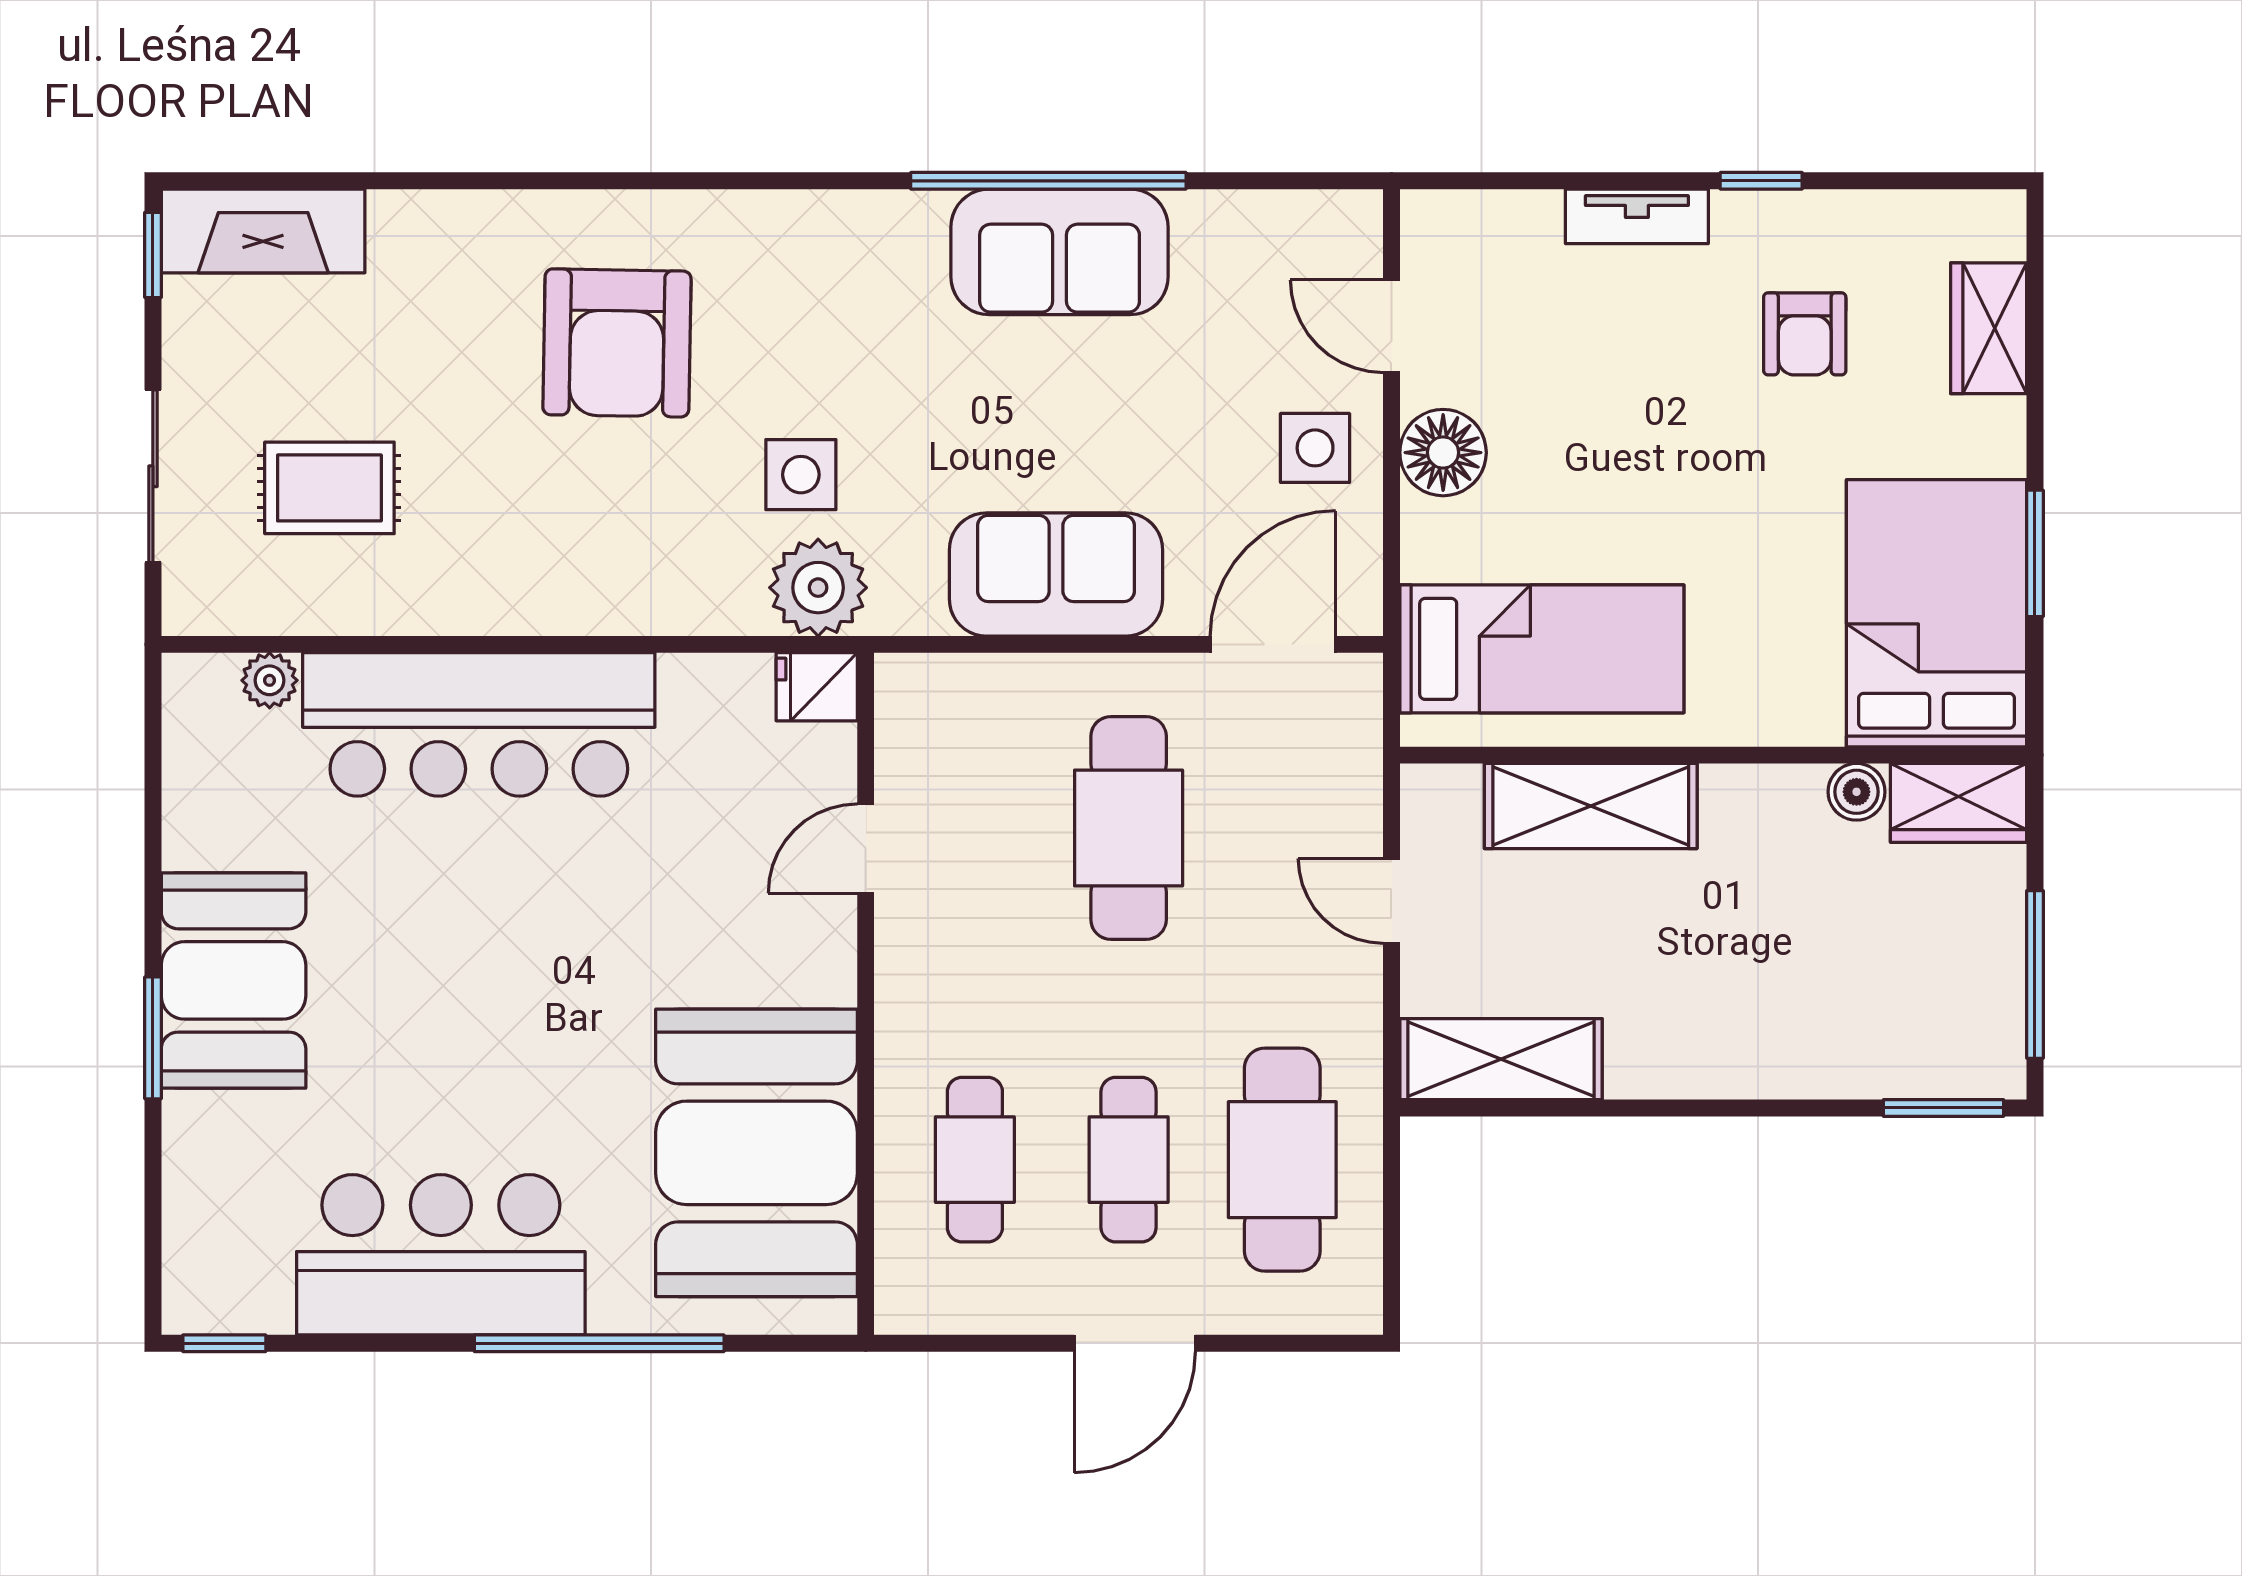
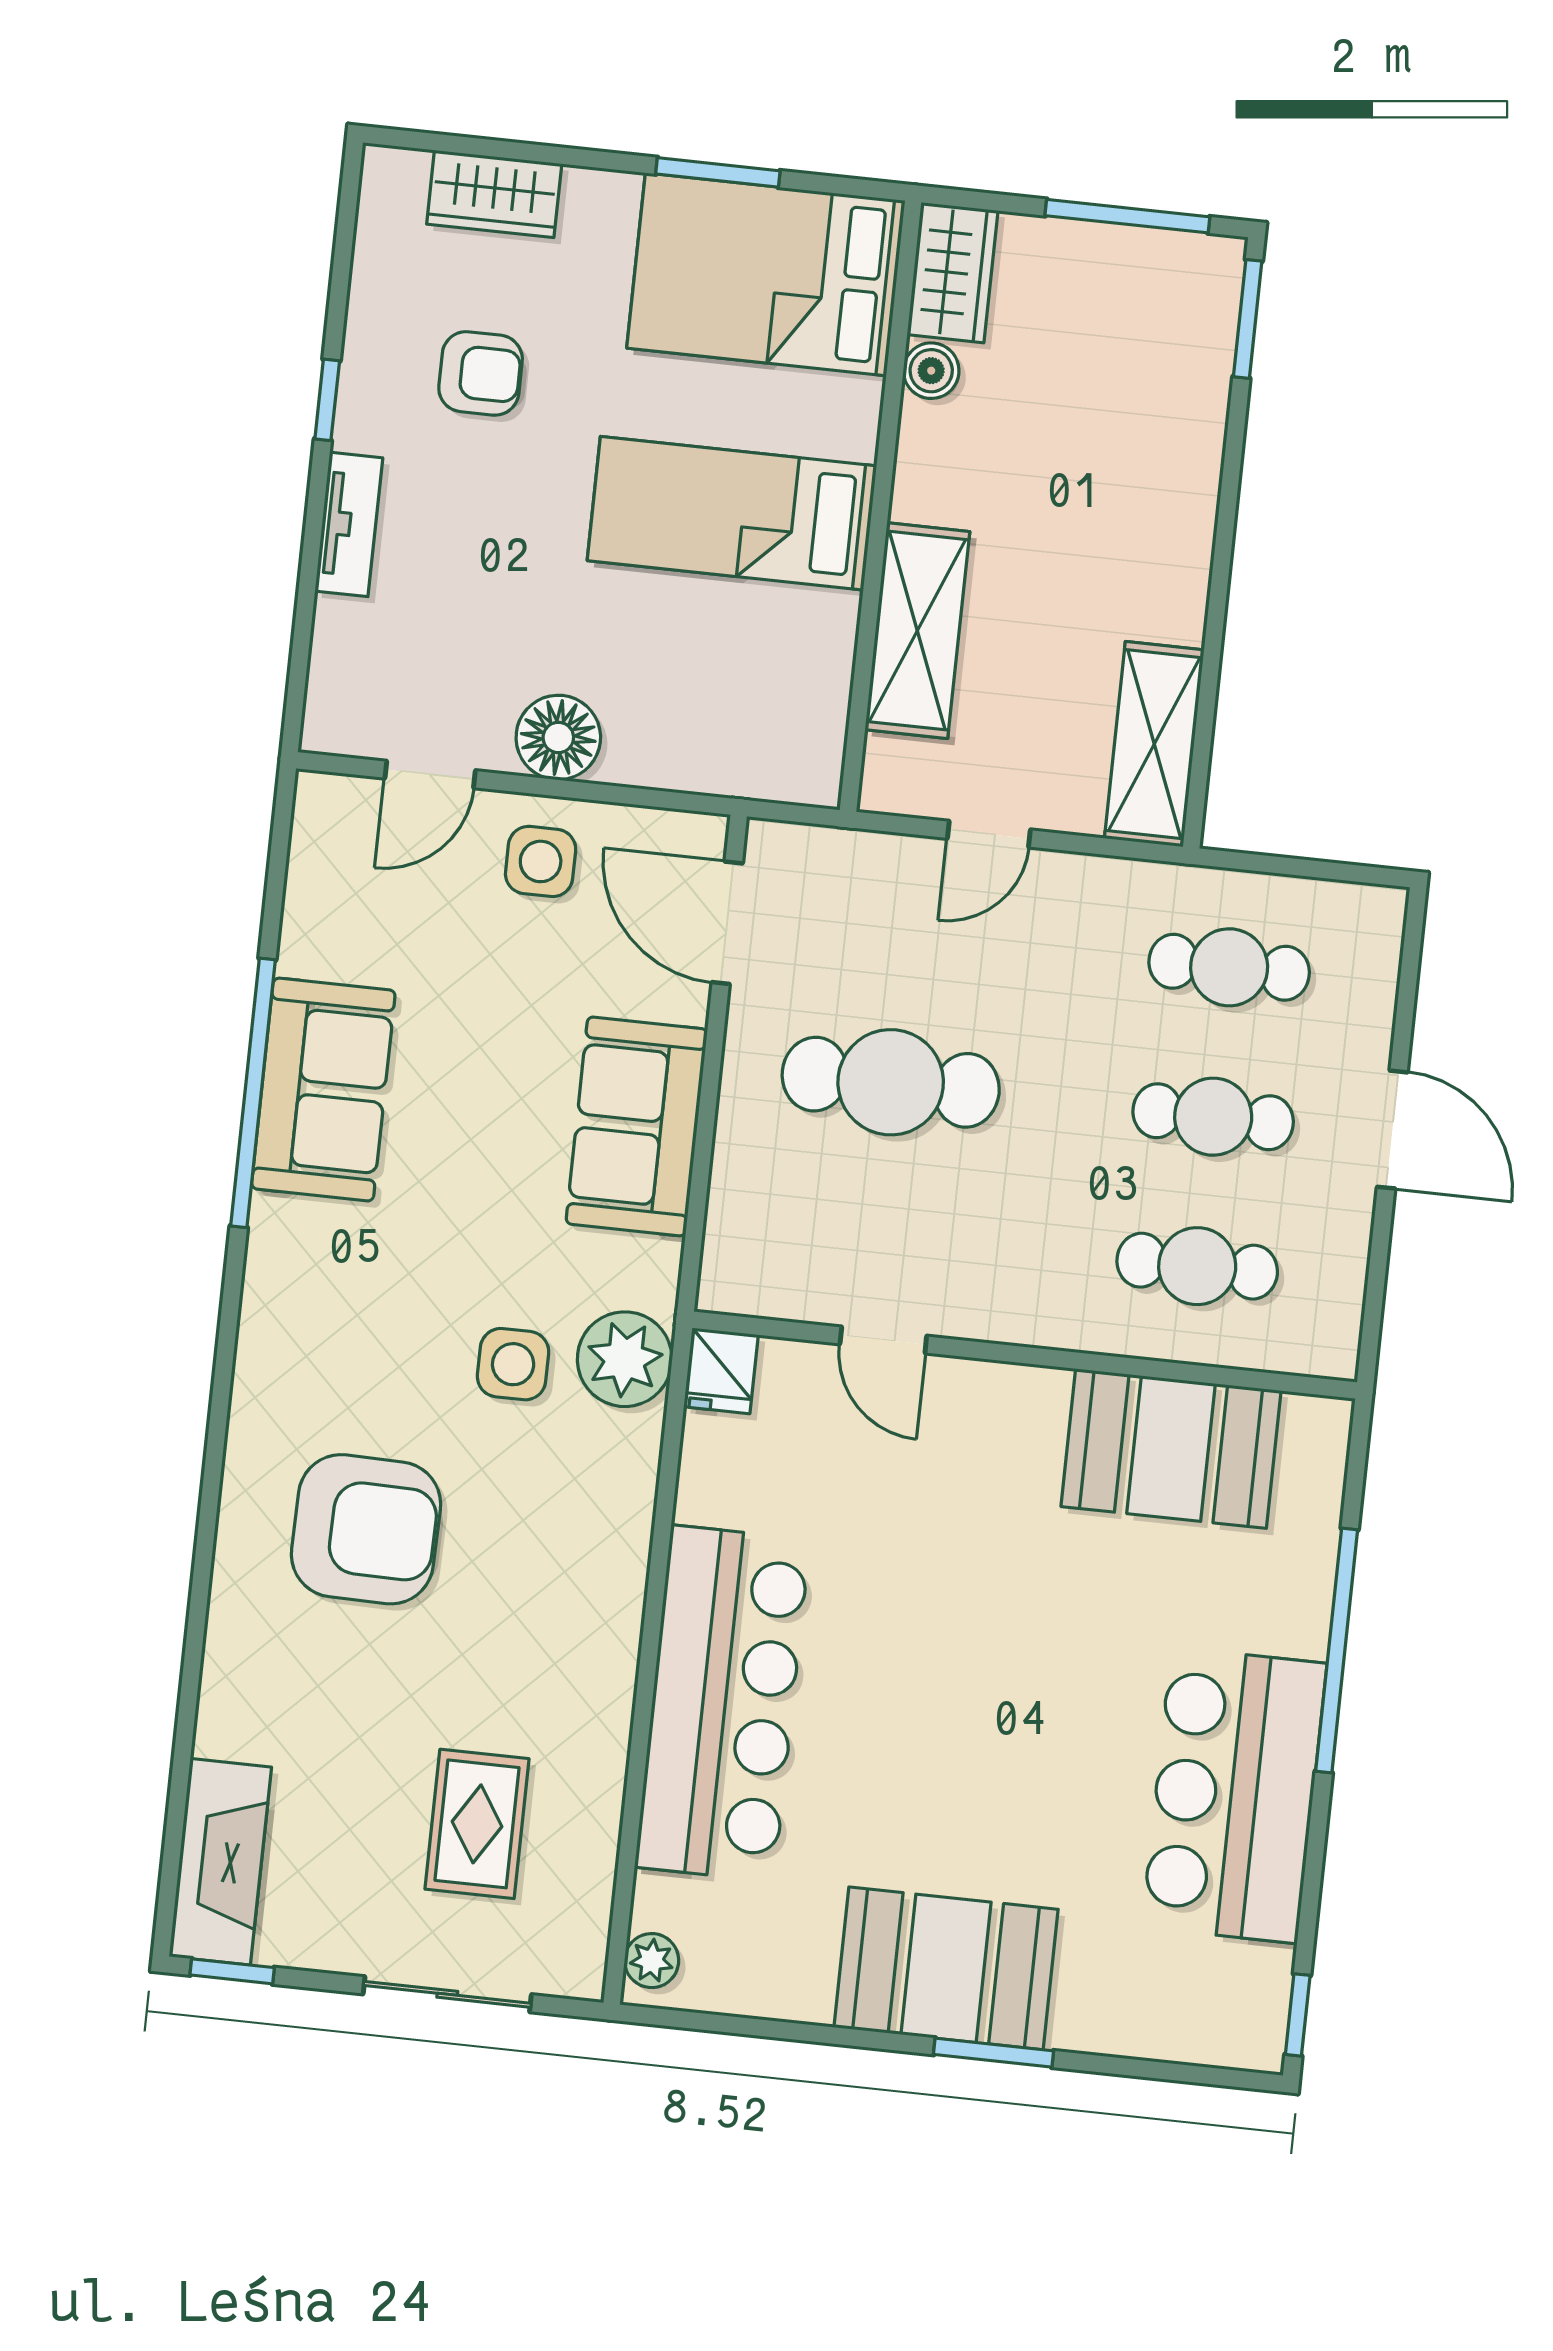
bed: (1542, 649) -> (732, 513), moved, turned -90
plant: (270, 680) -> (652, 1961), moved
booth: (757, 1153) -> (1171, 1449), width x0.73, depth x0.70
cafe table: (1282, 1160) -> (1229, 967), width x0.73, depth x0.74

